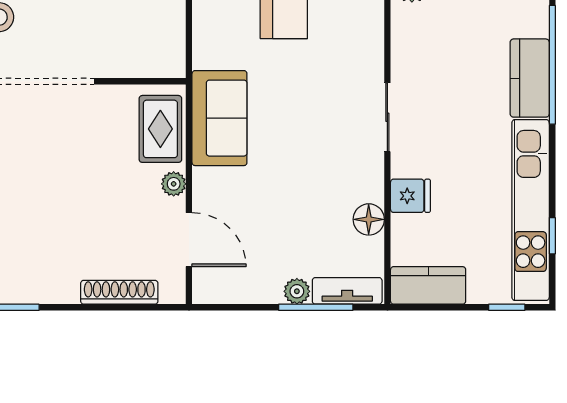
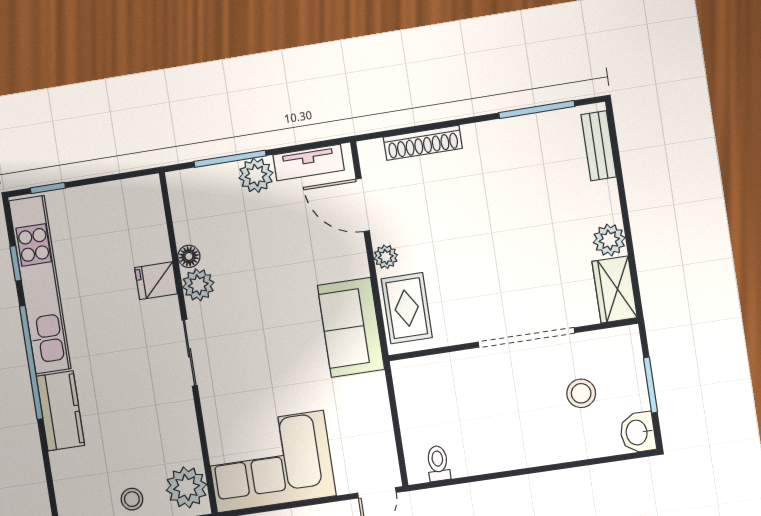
window: (552, 65) -> (31, 362), moved
plant: (368, 185) -> (198, 285), added
floor lamp: (369, 219) -> (189, 256), width x0.73, depth x0.73
kitchen counter: (428, 285) -> (126, 197), removed
plant: (297, 291) -> (256, 175), width x1.38, depth x1.38
tv unit: (347, 291) -> (308, 162), moved

